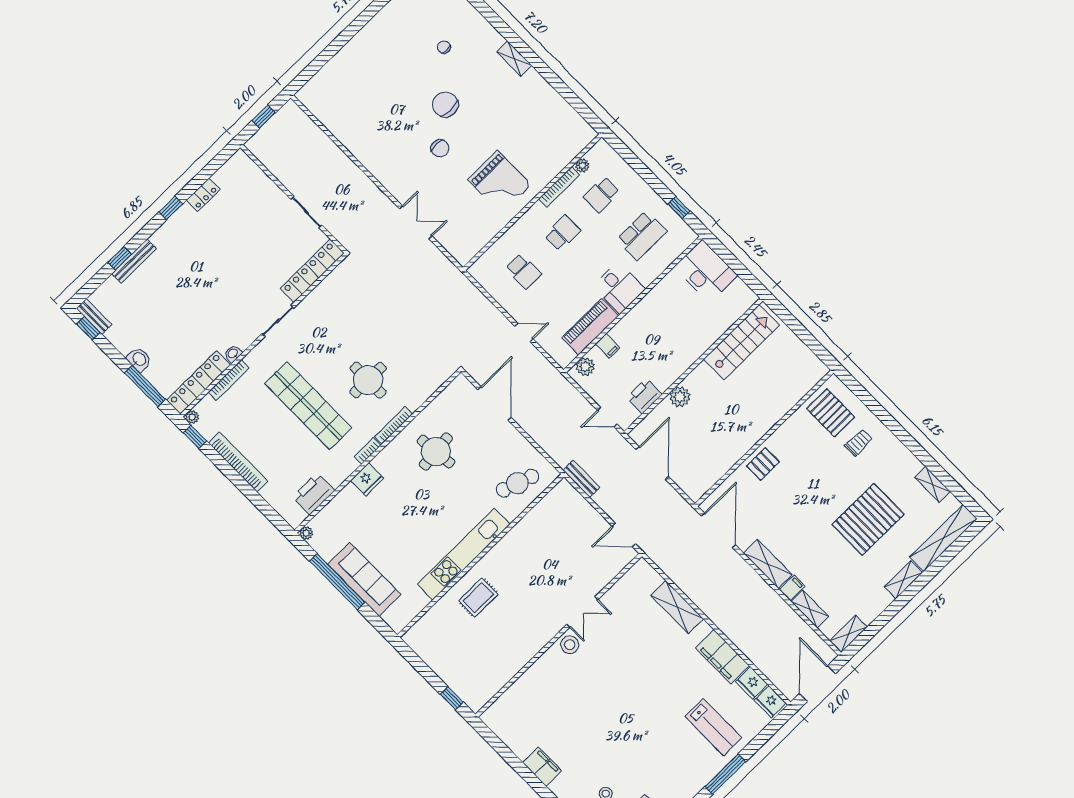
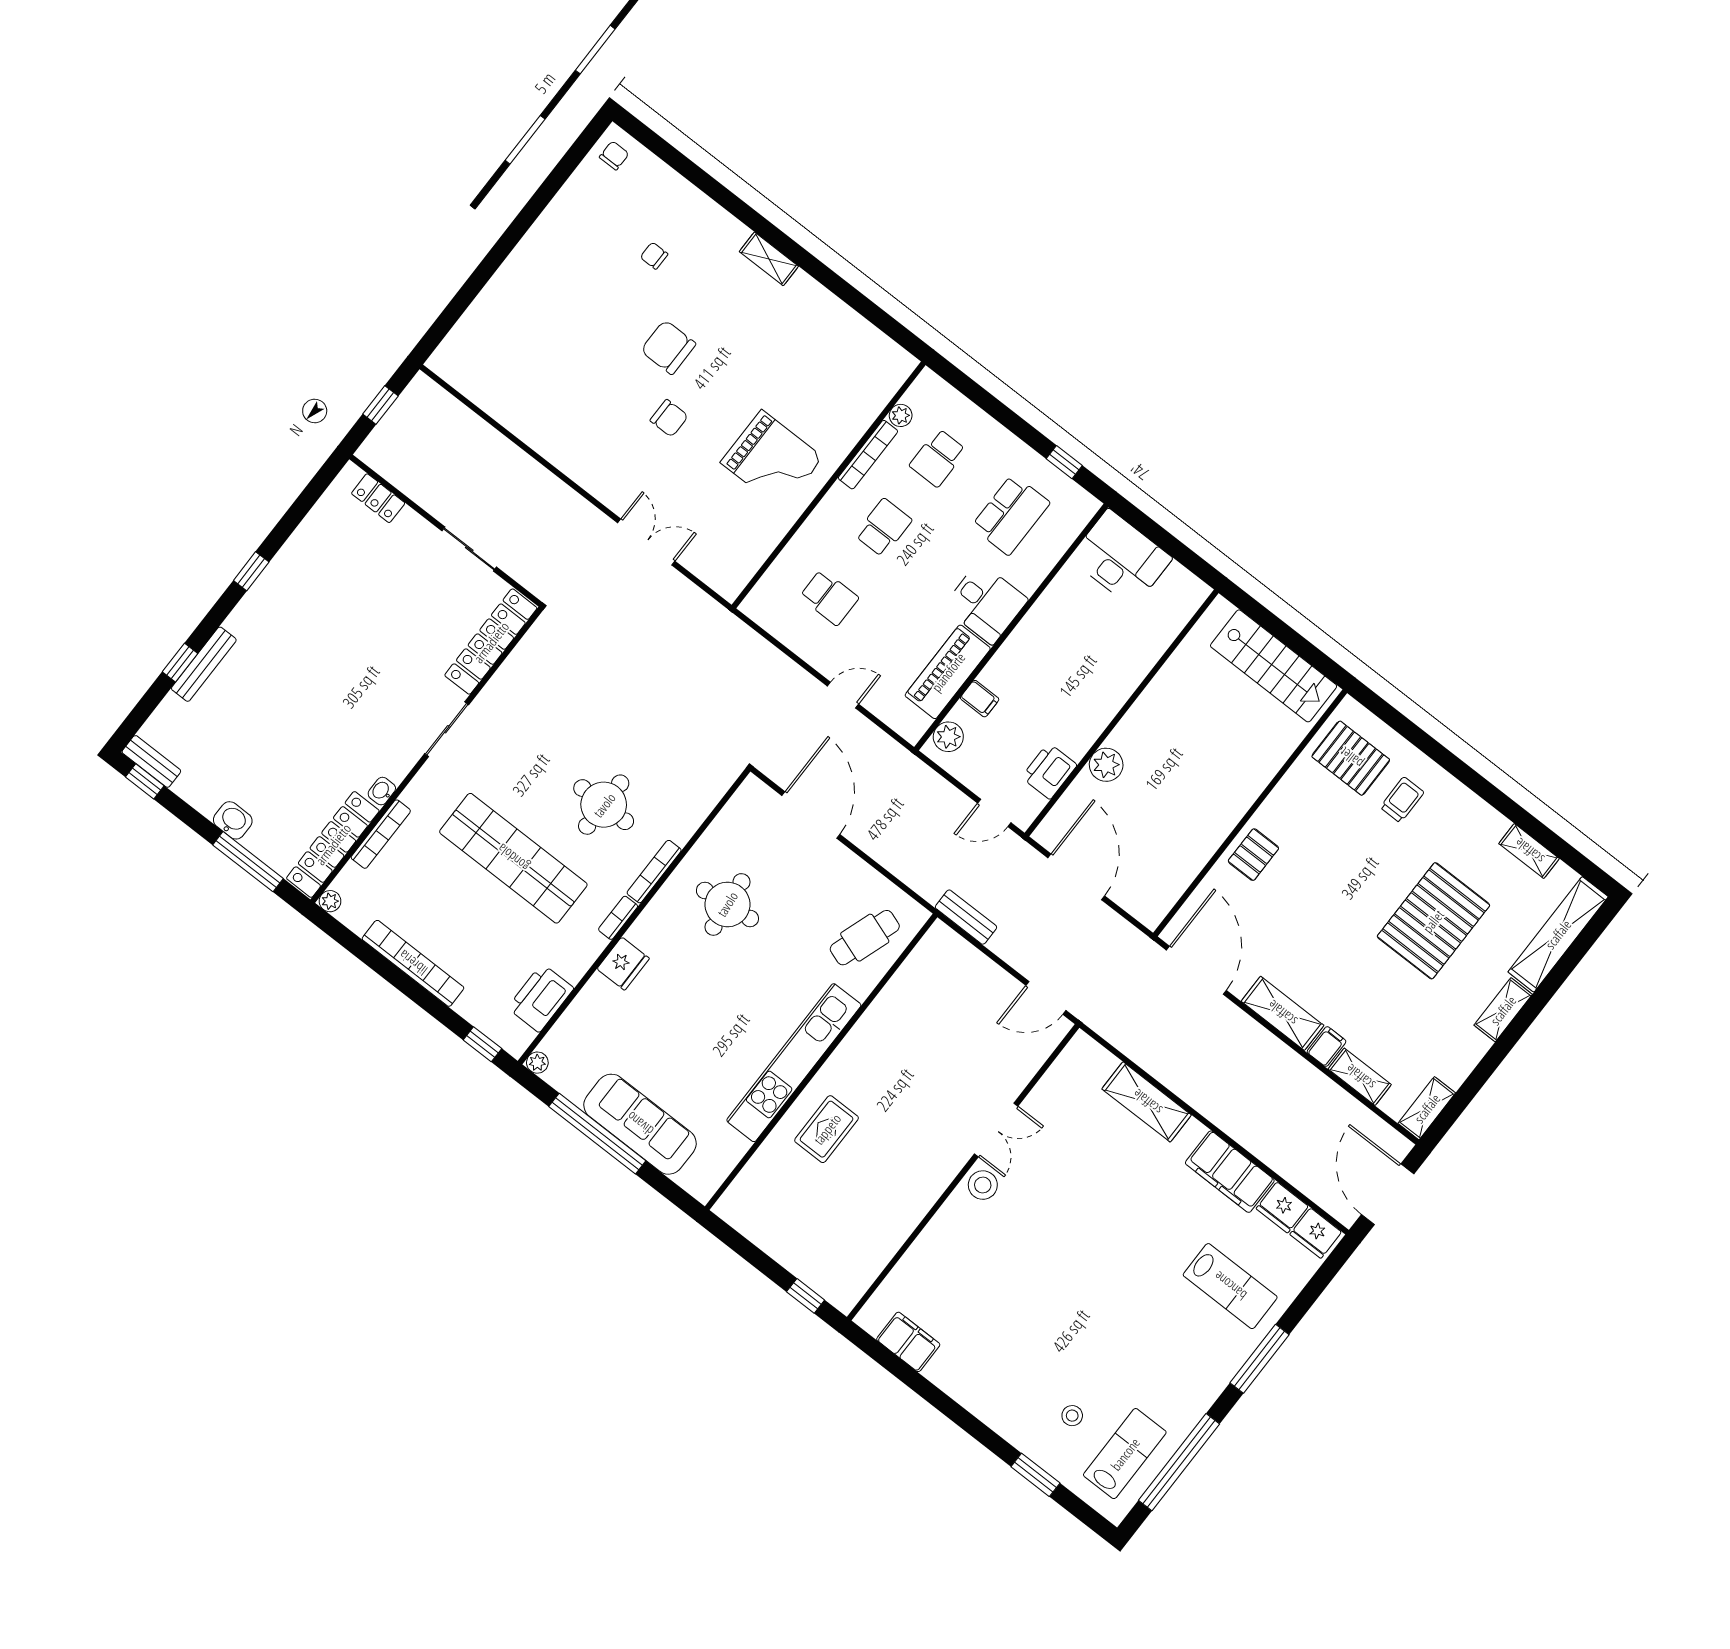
locker: (203, 195) -> (378, 498), moved, turned 90
stairs: (742, 342) -> (1274, 666), moved, turned 90
window: (195, 437) -> (482, 1044), moved
filing cabinet: (542, 767) -> (908, 1342), moved

